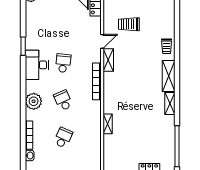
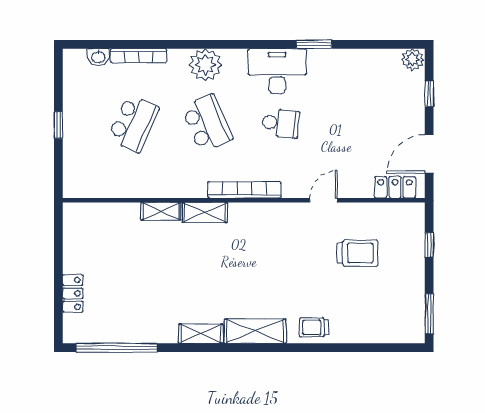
trolley: (129, 24) -> (357, 253), turned 90
door: (102, 41) -> (324, 200), swing flipped
shelving: (108, 60) -> (205, 212), moved
school desk: (63, 100) -> (207, 123), width x1.85
school desk: (63, 138) -> (133, 123), width x1.85

